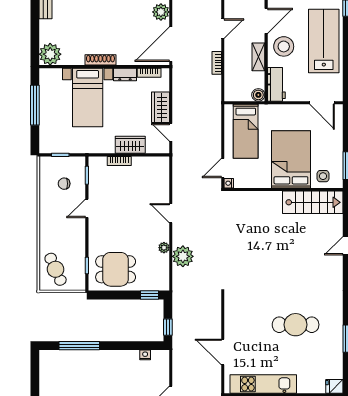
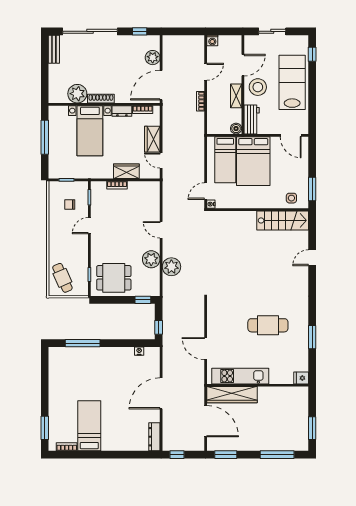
plant: (50, 54) -> (77, 94), moved
bed: (291, 159) -> (253, 161), moved, turned 180
plant: (164, 248) -> (151, 259), width x1.88, depth x1.88

